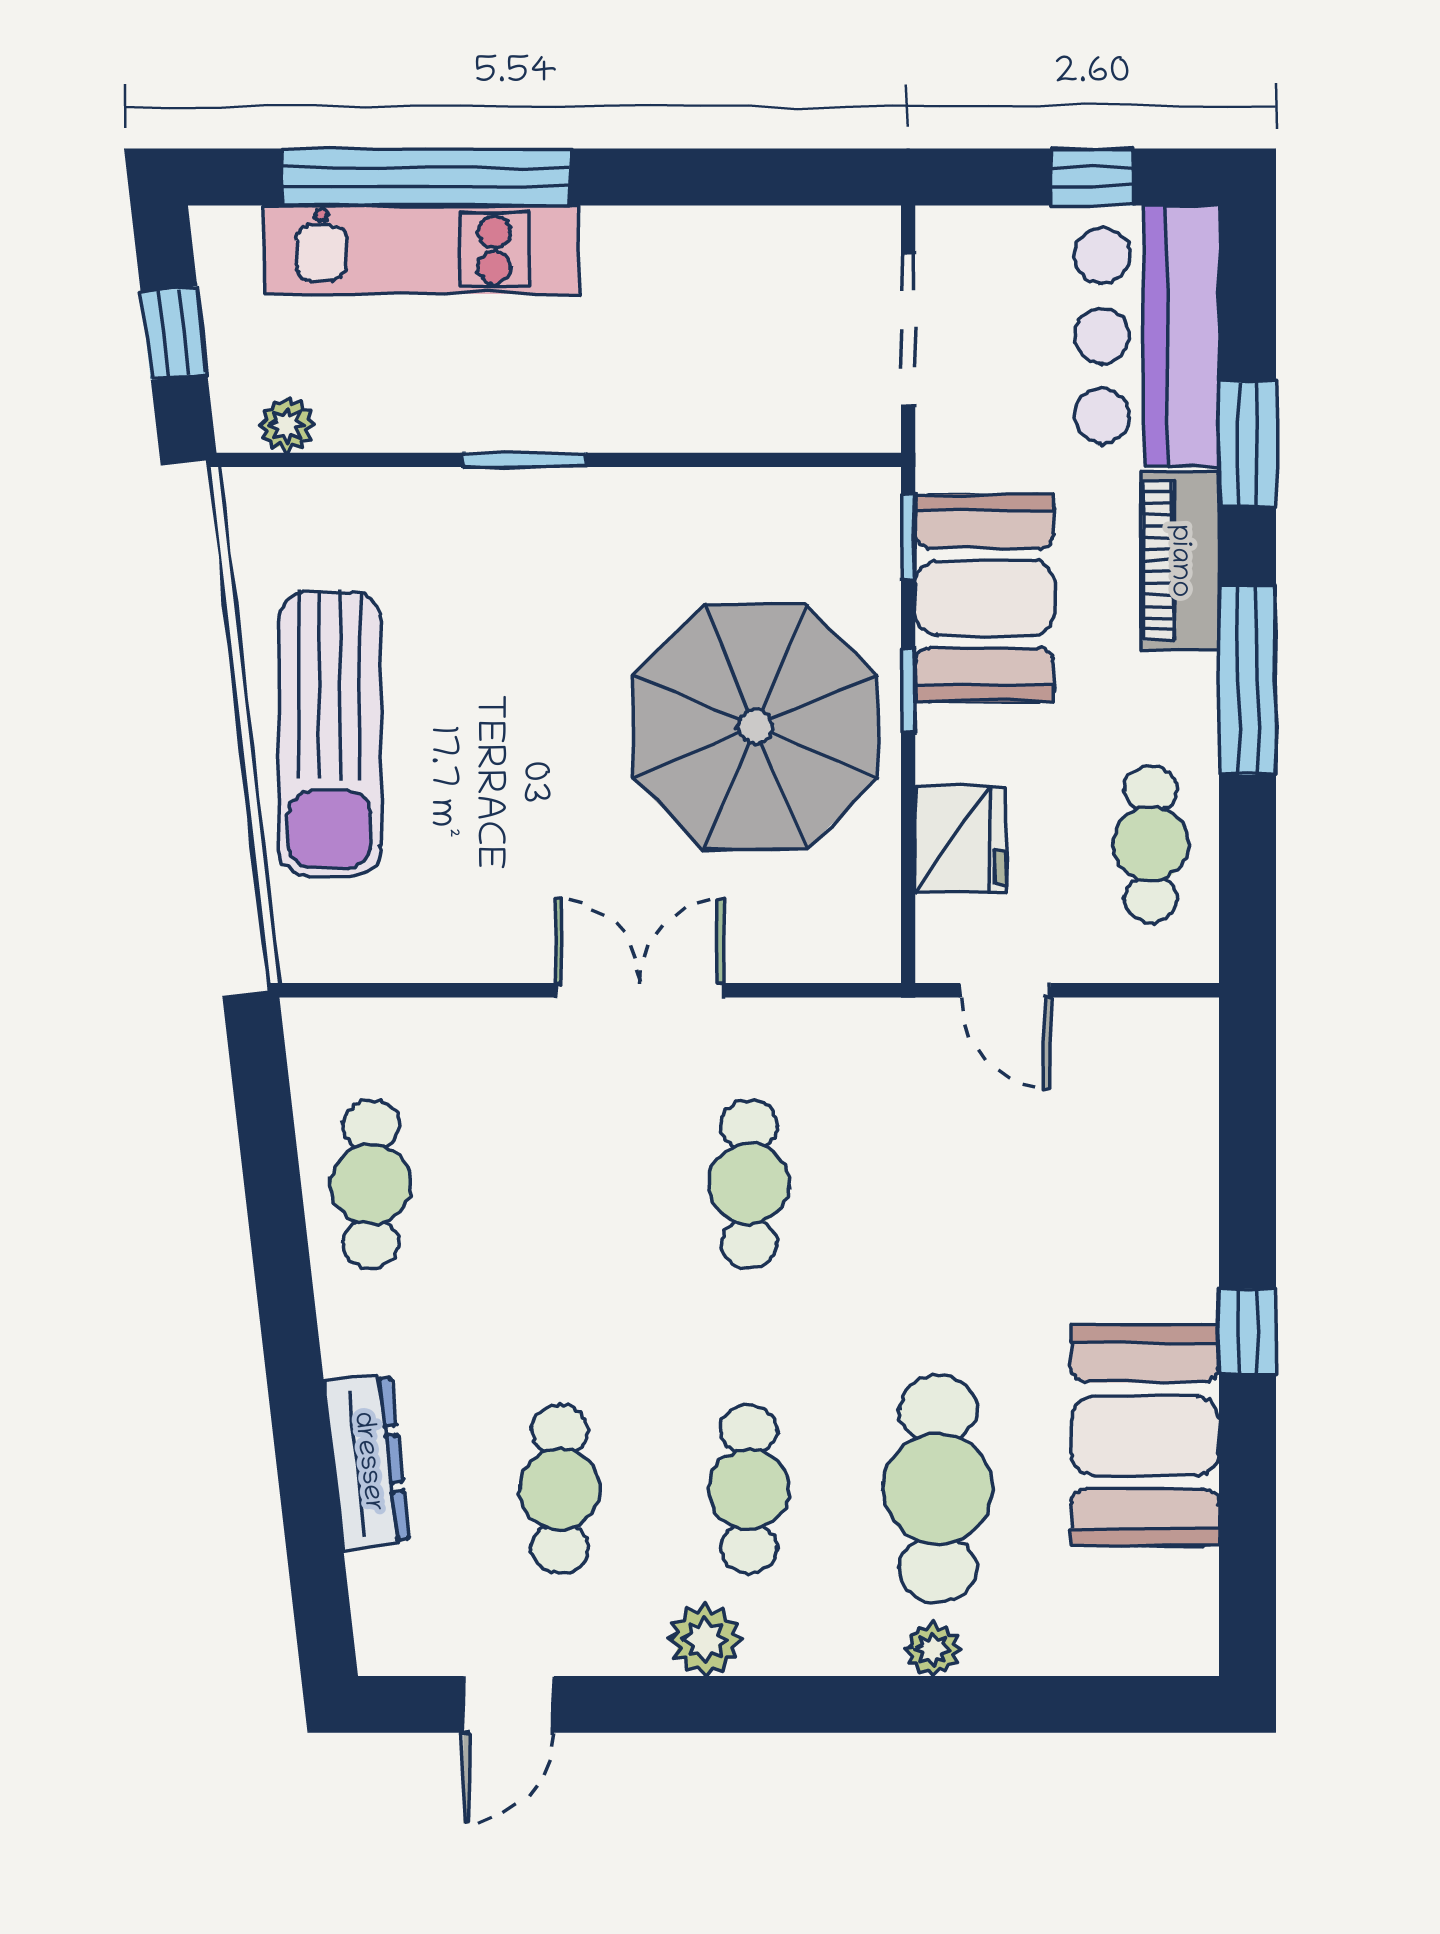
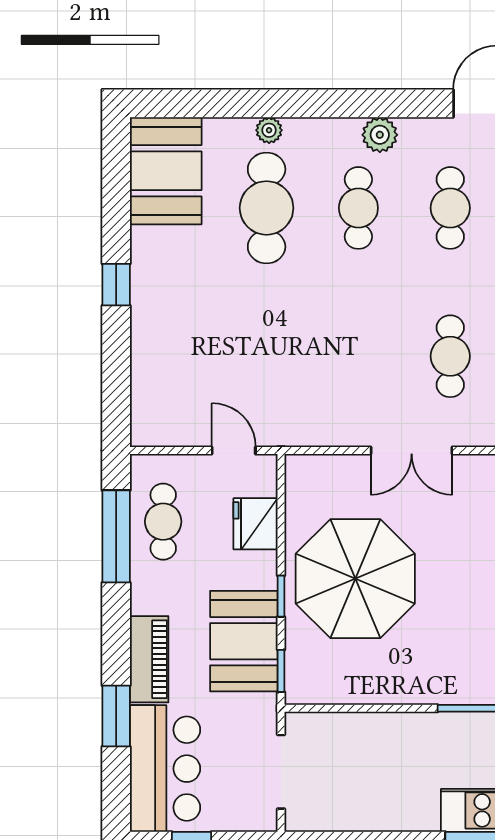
window: (1248, 680) -> (116, 536), moved
cafe table: (749, 1184) -> (450, 356), moved
booth: (1145, 1436) -> (166, 171), moved

